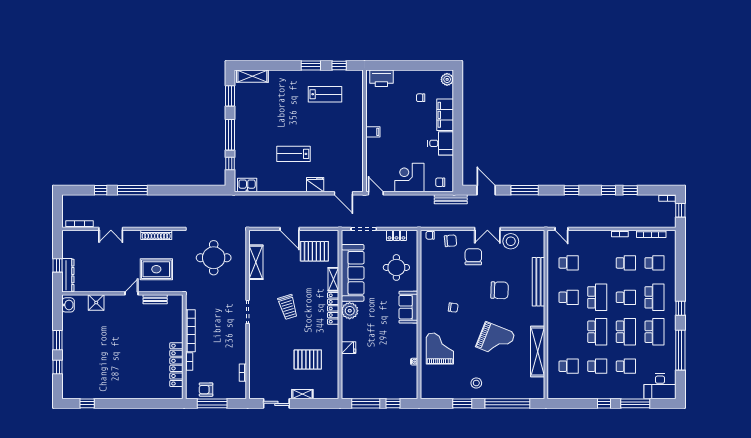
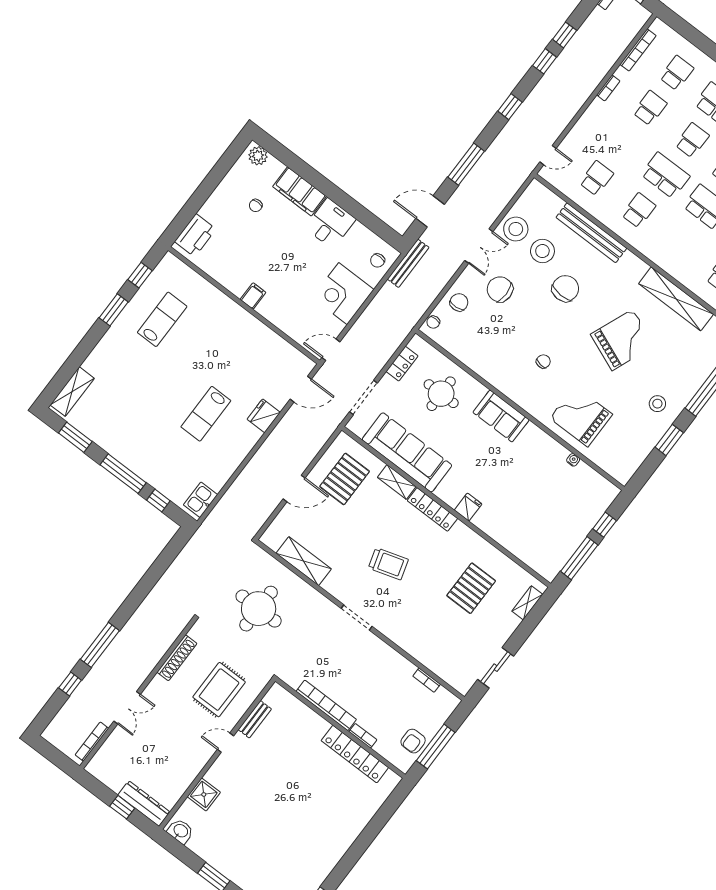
stool: (510, 264) -> (542, 251), added
door: (131, 293) -> (226, 743), hinge flipped
plant: (350, 311) -> (451, 491), removed
fridge: (348, 348) -> (468, 507), moved
shelving: (302, 394) -> (527, 603), moved

